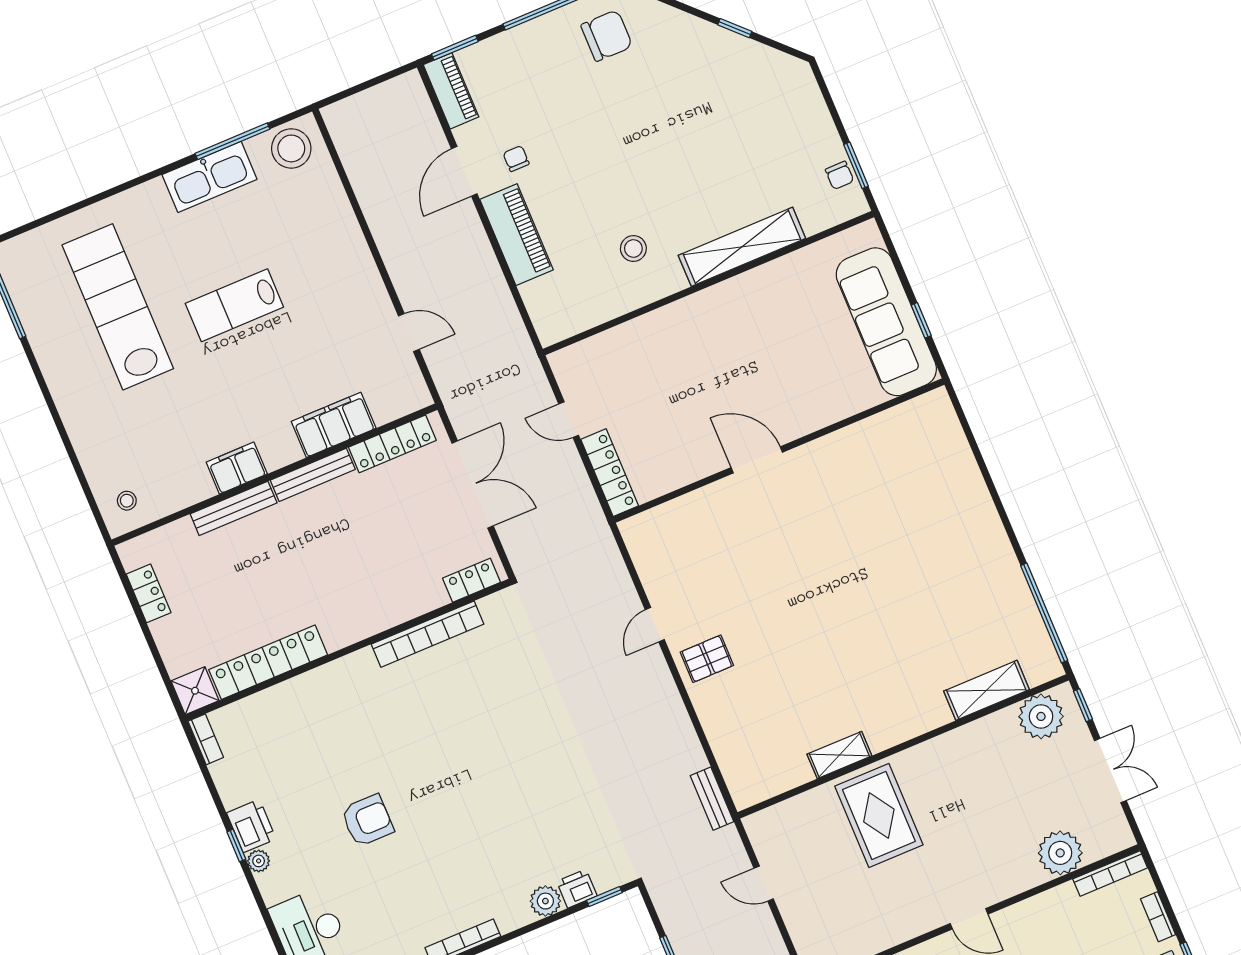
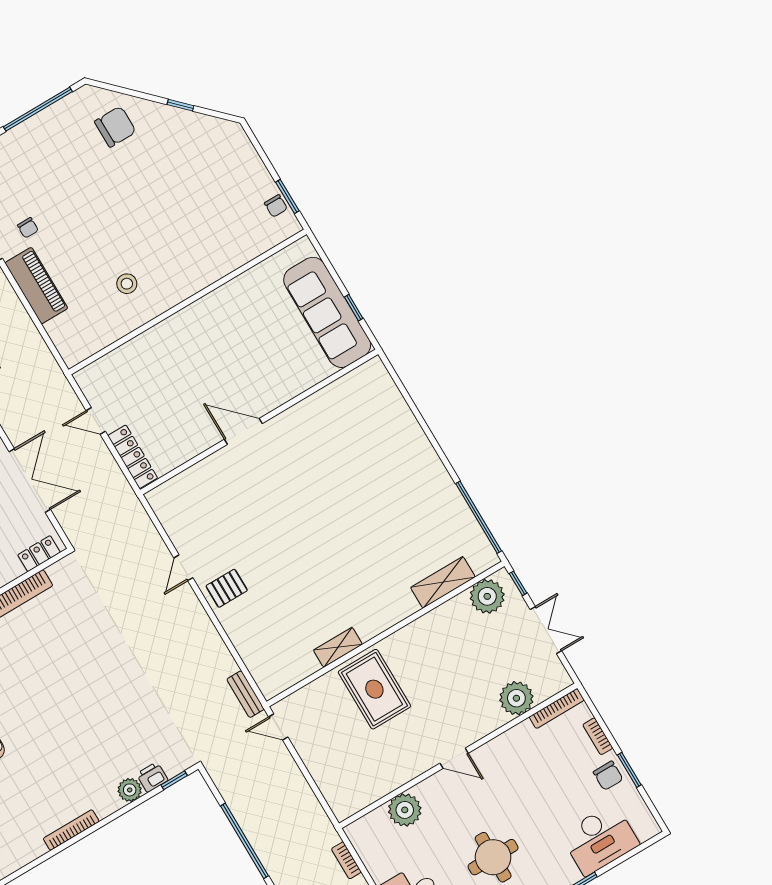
chair: (607, 36) -> (115, 127), moved
chair: (516, 159) -> (28, 228), turned 180
shelving: (742, 247) -> (209, 271), removed
door: (764, 884) -> (278, 727), moved

